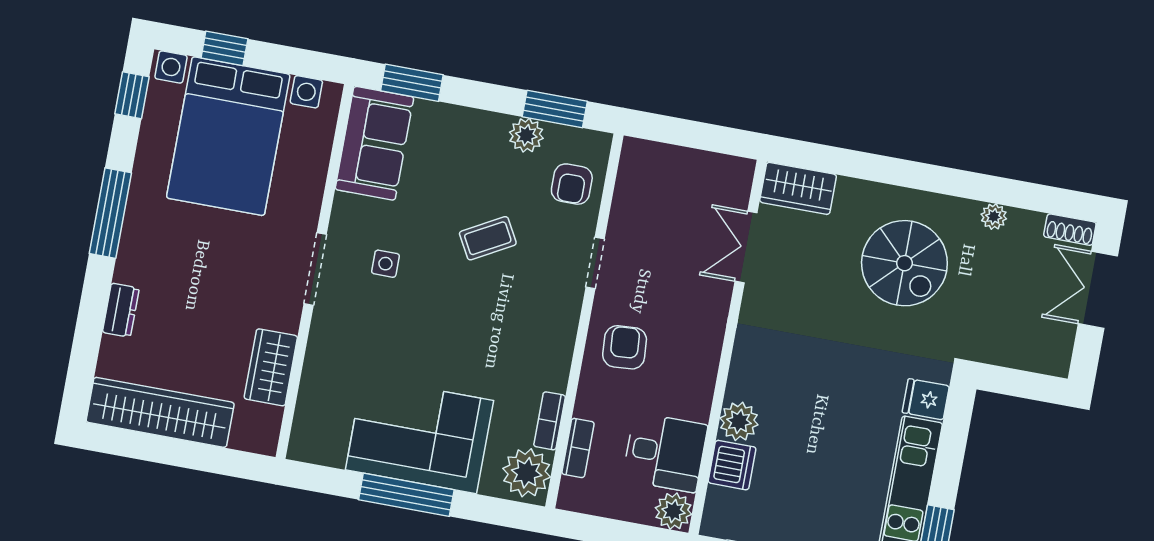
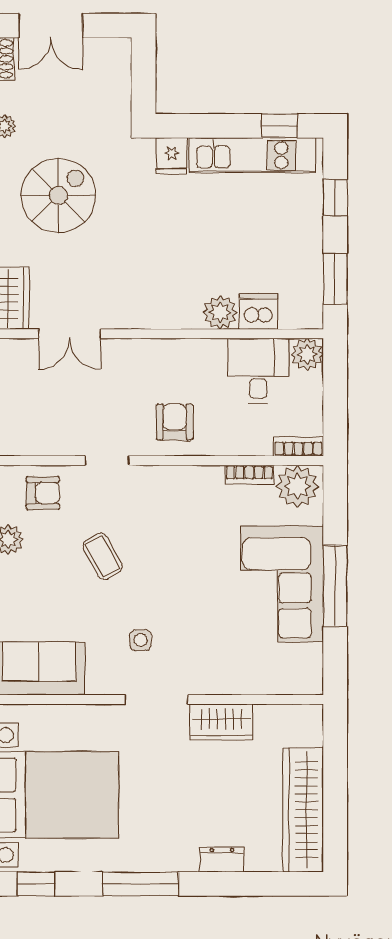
armchair: (625, 347) -> (175, 422), turned 94
wardrobe: (271, 367) -> (221, 722), moved
bookcase: (578, 448) -> (298, 446), moved

